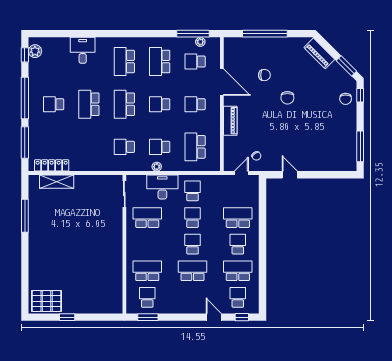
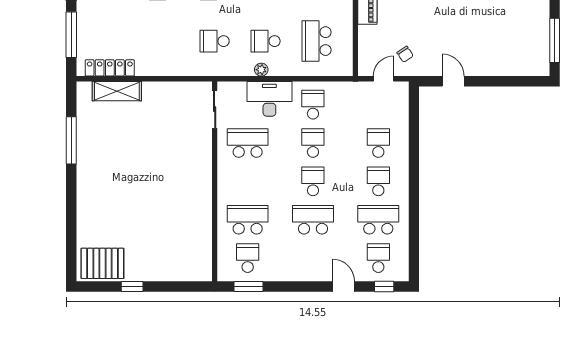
school desk: (238, 218) -> (378, 143), width x0.54

